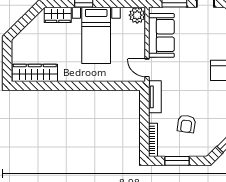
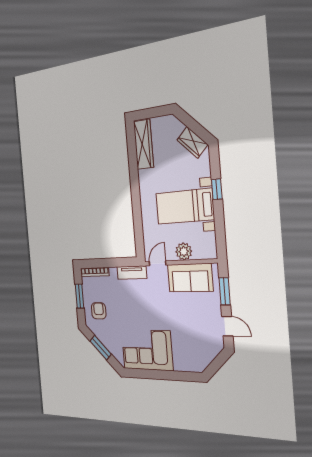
wardrobe: (58, 15) -> (192, 142), moved, turned -45
plant: (137, 15) -> (184, 251), moved
armchair: (186, 124) -> (99, 311), moved, turned 82

